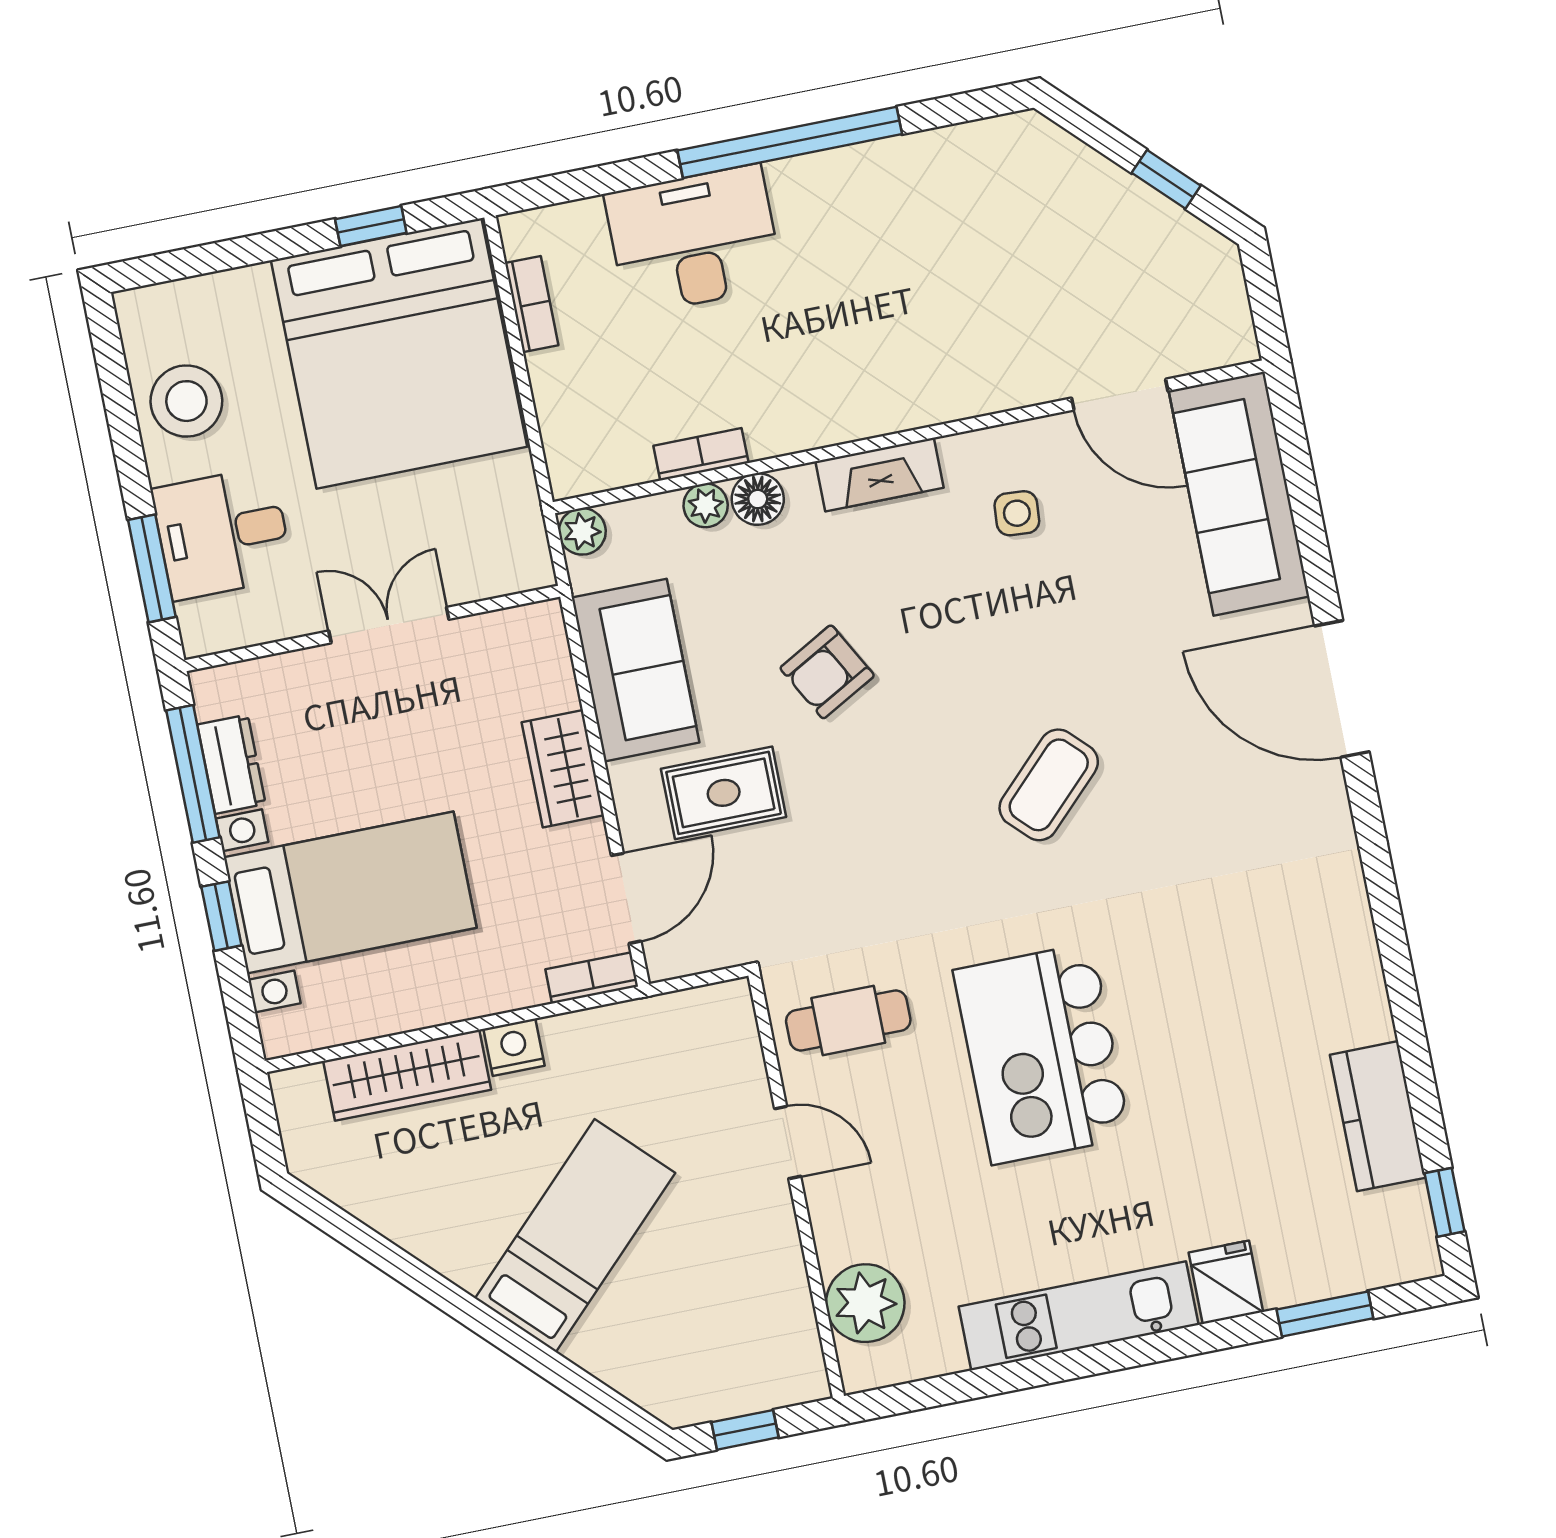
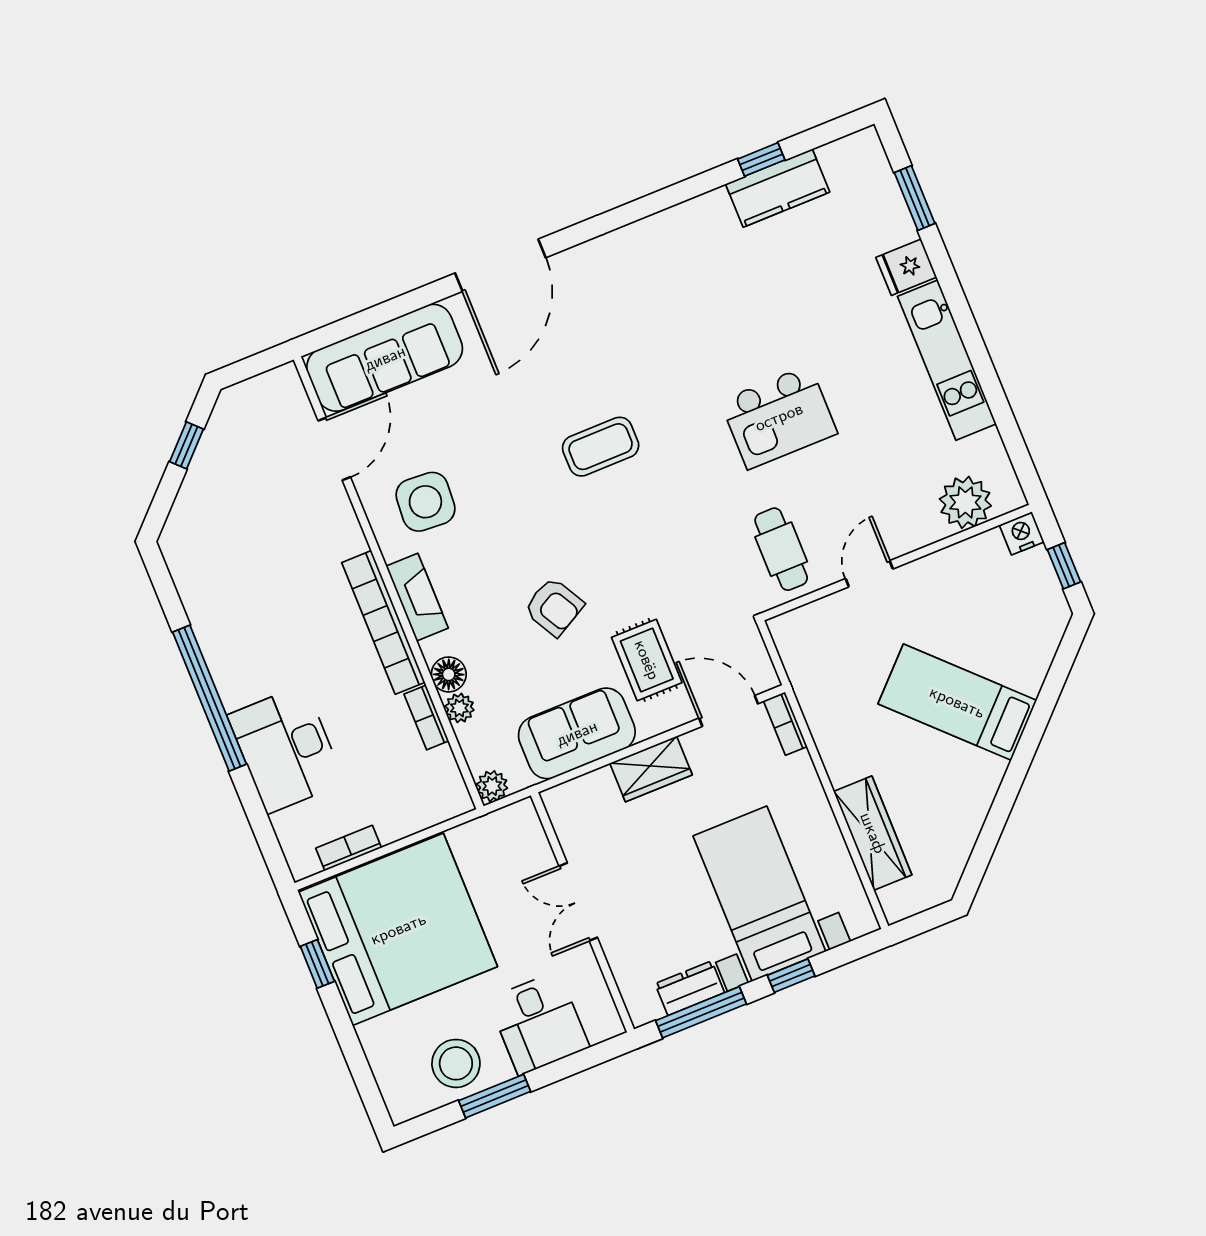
bookcase: (852, 418) -> (383, 622), added
side table: (1017, 513) -> (425, 502), width x1.87, depth x1.87
window: (152, 568) -> (495, 1096), moved
coffee table: (1049, 785) -> (601, 447), turned -45
nightstand: (514, 1047) -> (1022, 533), moved, turned 90
kitchen island: (1042, 1054) -> (779, 417), width x0.73, depth x0.78
window: (1444, 1202) -> (761, 159), moved

